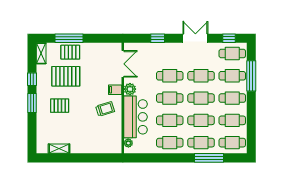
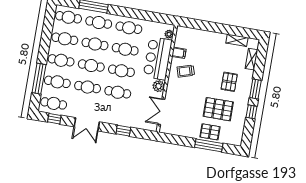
shelving: (41, 53) -> (251, 59), moved
filing cabinet: (115, 90) -> (179, 53), moved
pallet: (60, 106) -> (229, 82), turned 90

